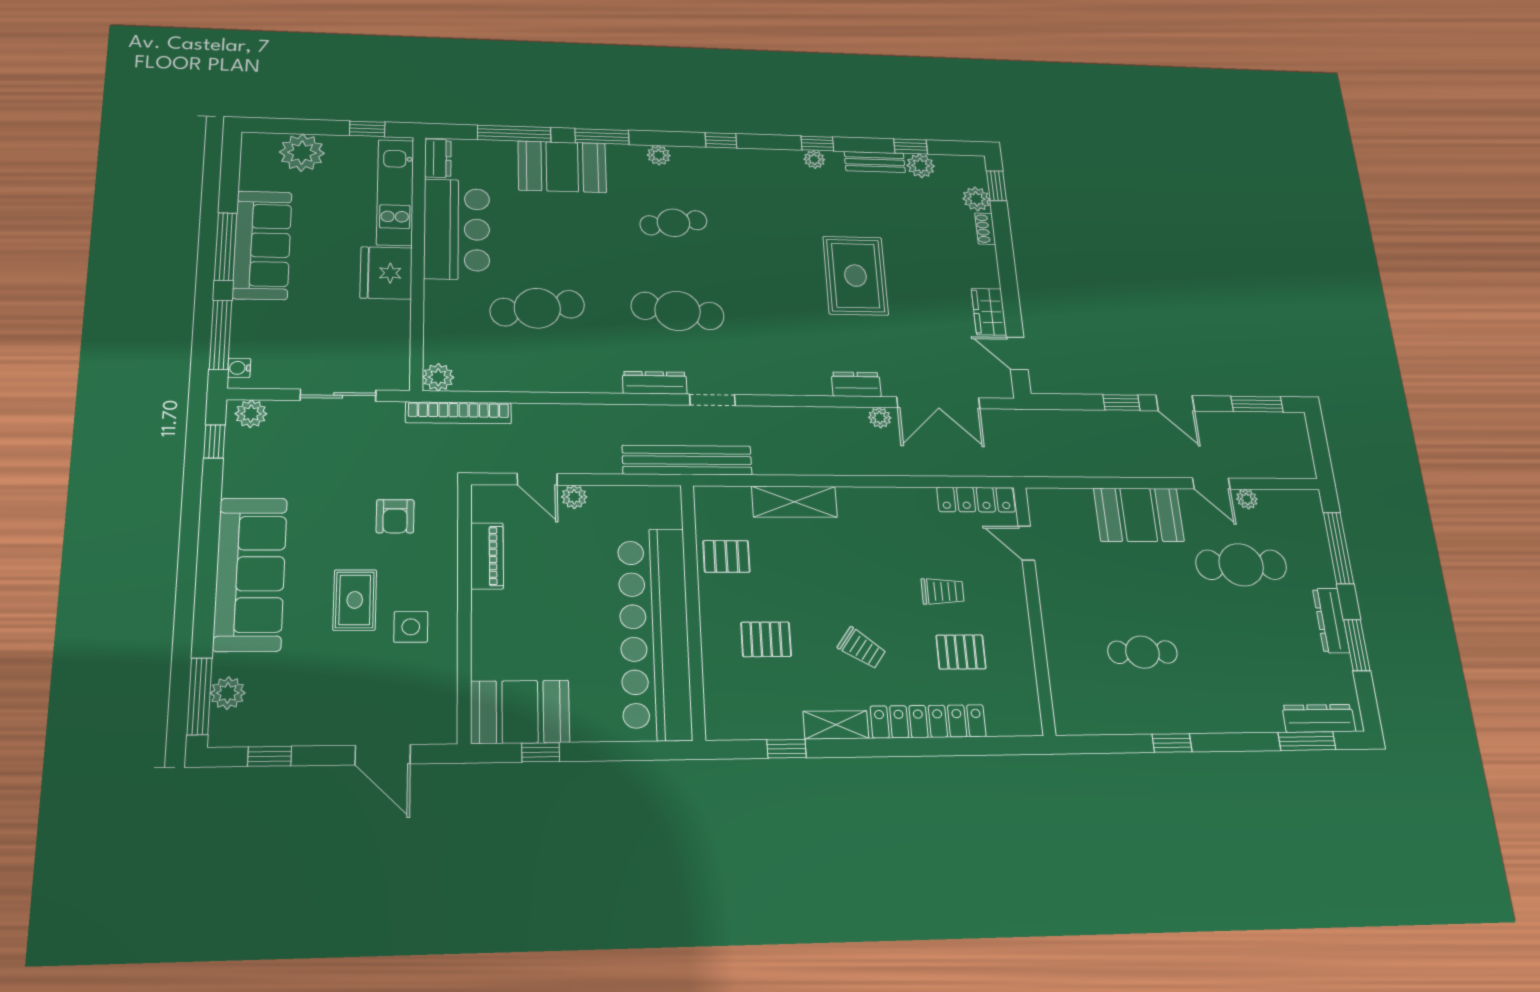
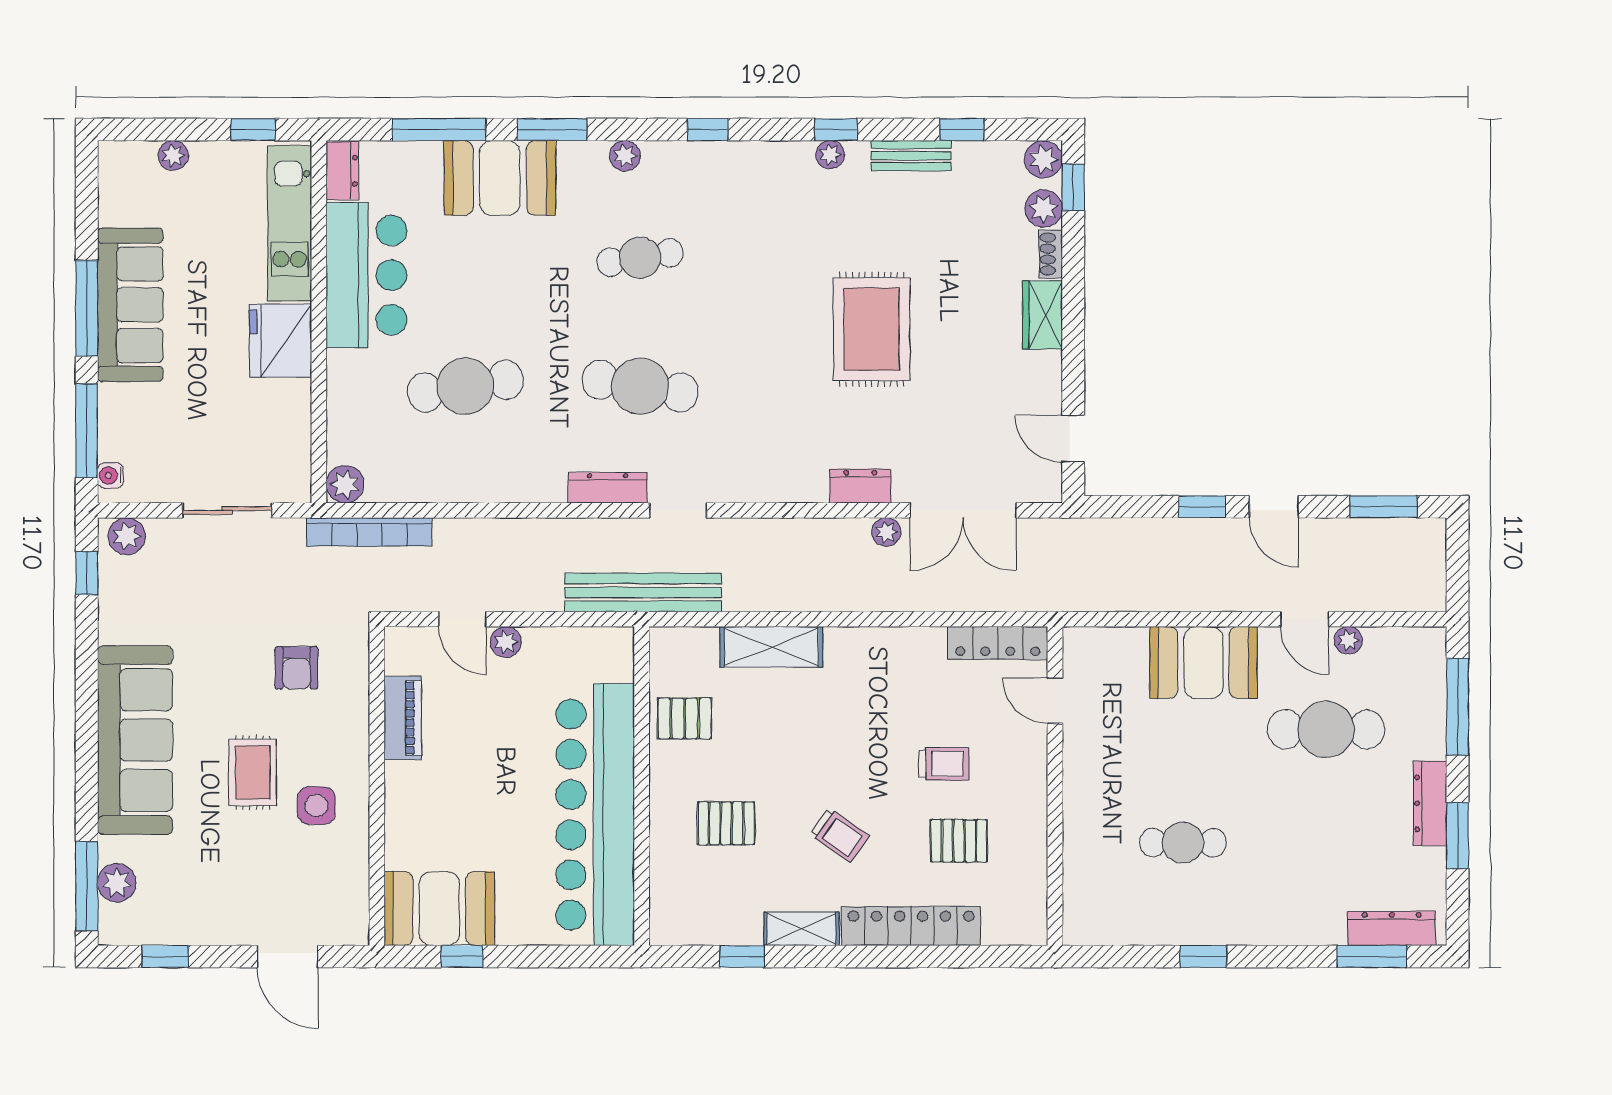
plant: (302, 153) -> (173, 155), width x0.53, depth x0.53
plant: (921, 166) -> (1043, 159), moved
wardrobe: (989, 312) -> (1042, 315), moved

